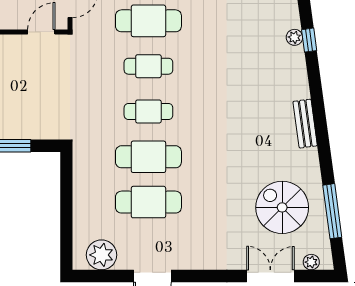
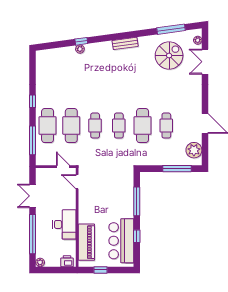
cafe table: (148, 202) -> (166, 126), width x0.73, depth x0.74
spiral stairs: (282, 207) -> (169, 56), turned 180
window: (66, 223) -> (177, 169), added

